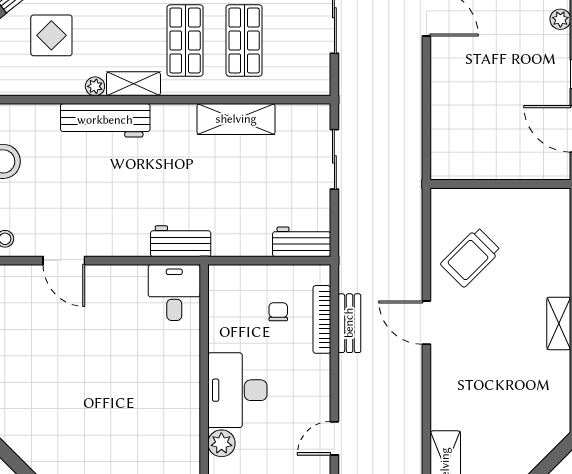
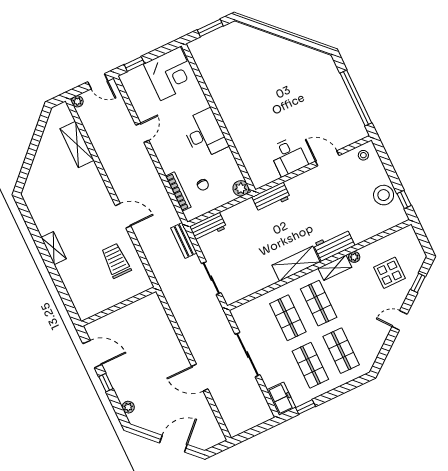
shelving: (236, 119) -> (296, 264), moved
workbench: (105, 120) -> (334, 245), width x0.73
trolley: (471, 257) -> (116, 261), turned -45
desk: (174, 292) -> (288, 157), moved
bench: (349, 323) -> (184, 240), moved
plant: (221, 443) -> (241, 188), moved

